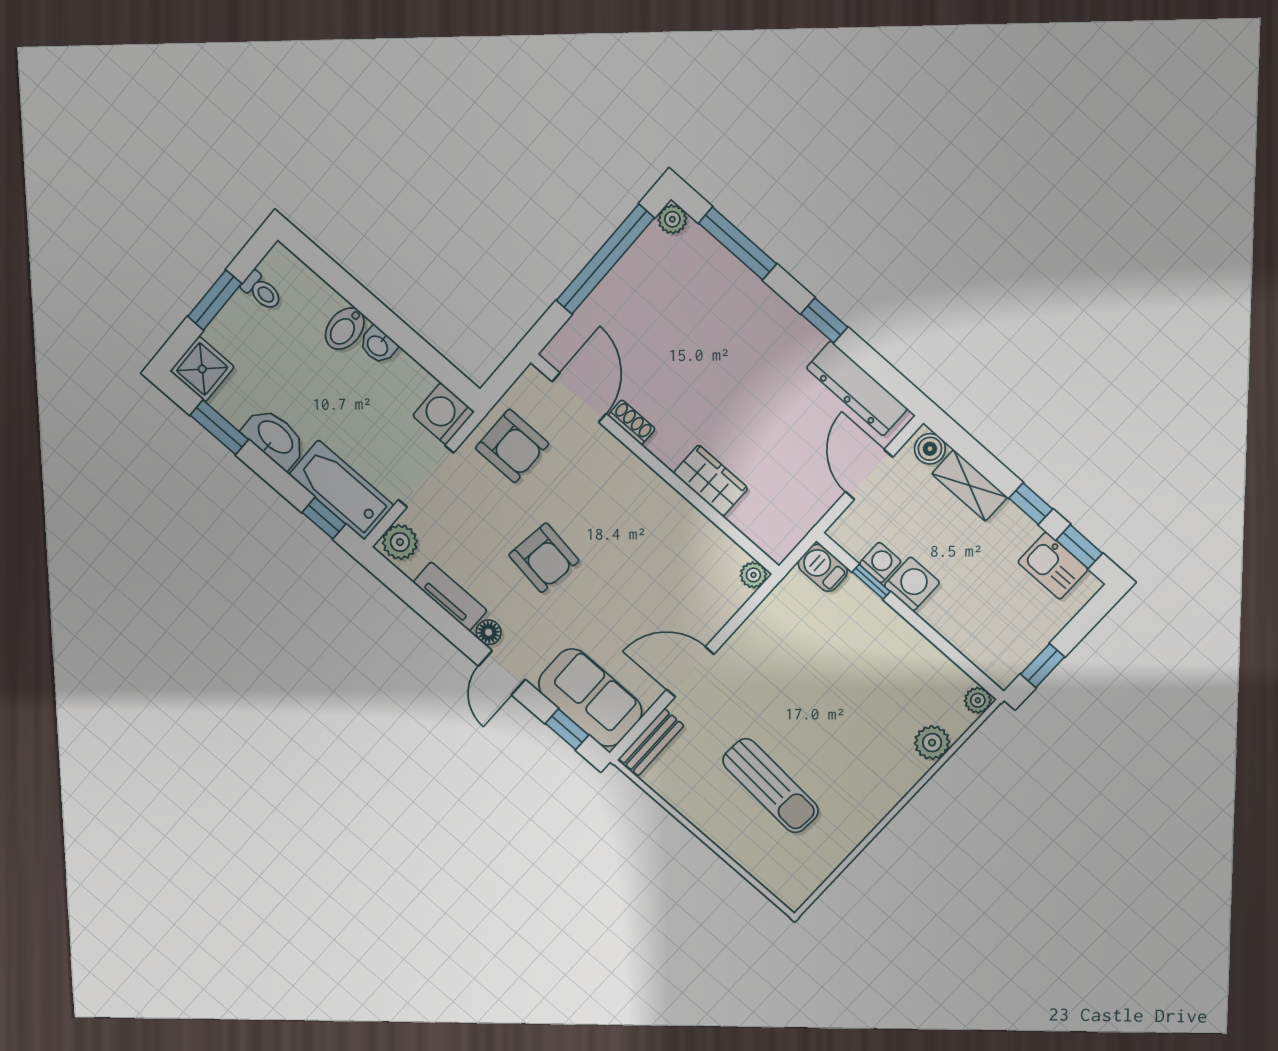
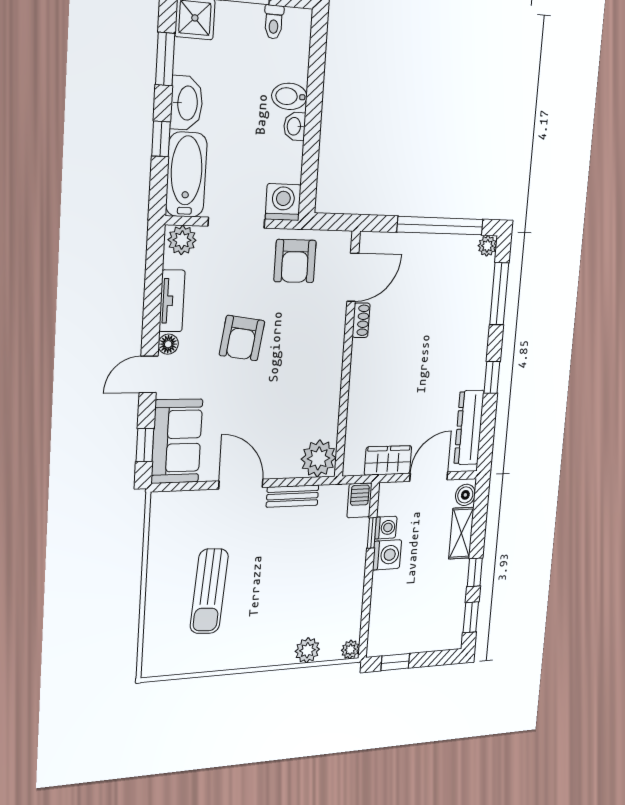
wardrobe: (711, 481) -> (388, 460), moved, turned -90
window: (324, 518) -> (161, 139), moved
kitchen sink: (1053, 566) -> (451, 615), removed
plant: (753, 575) -> (319, 458), width x1.88, depth x1.88
bench: (651, 742) -> (293, 496), moved

